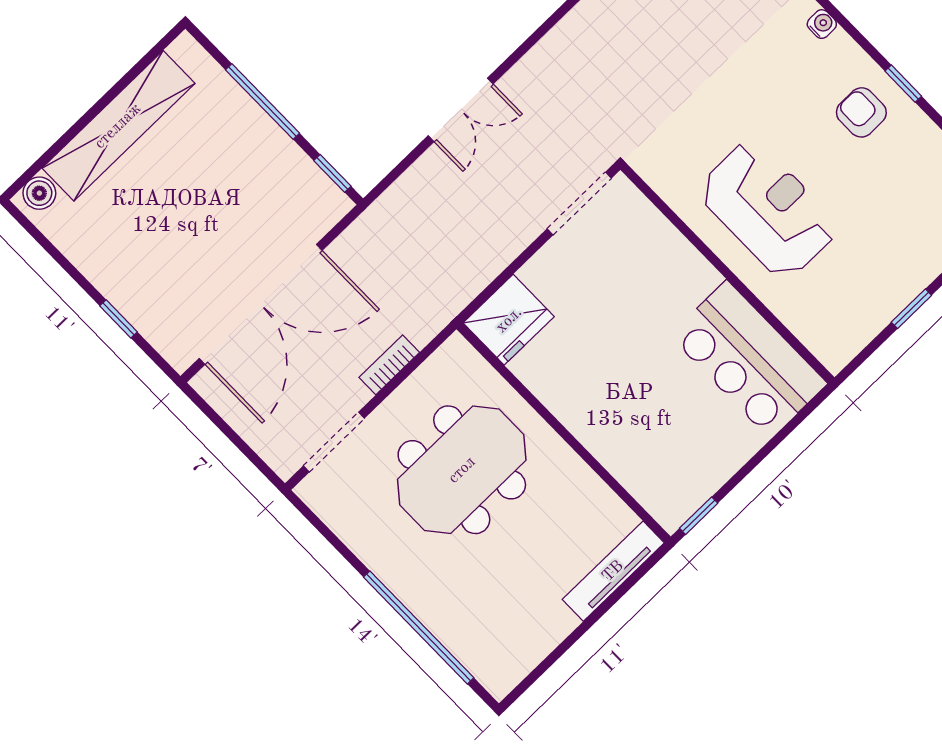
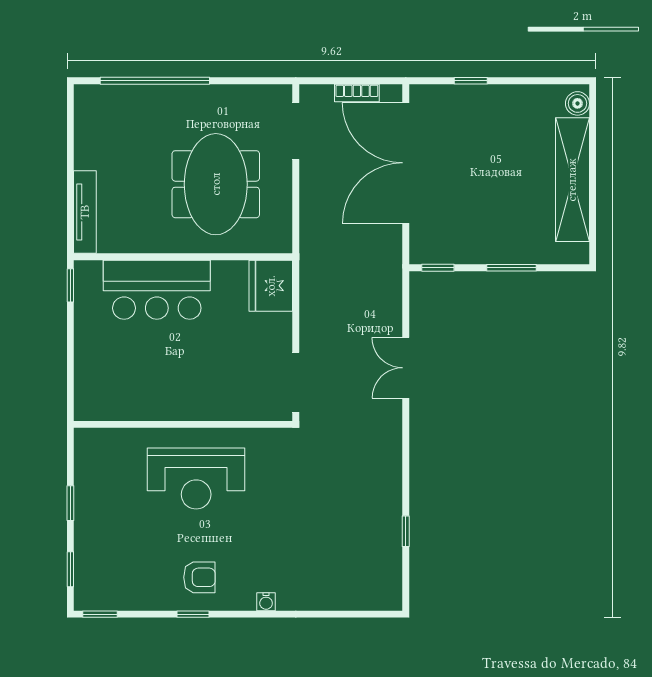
window: (262, 102) -> (512, 268), width x0.69
bar counter: (748, 360) -> (157, 290), moved, turned 180
bookcase: (389, 365) -> (357, 93), moved, turned 90

